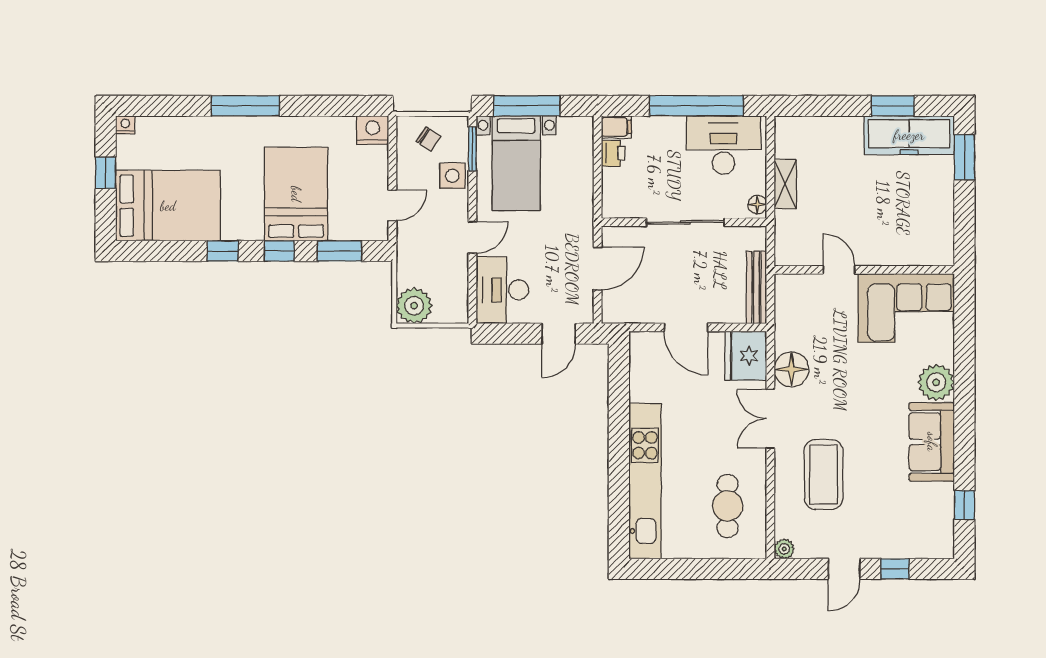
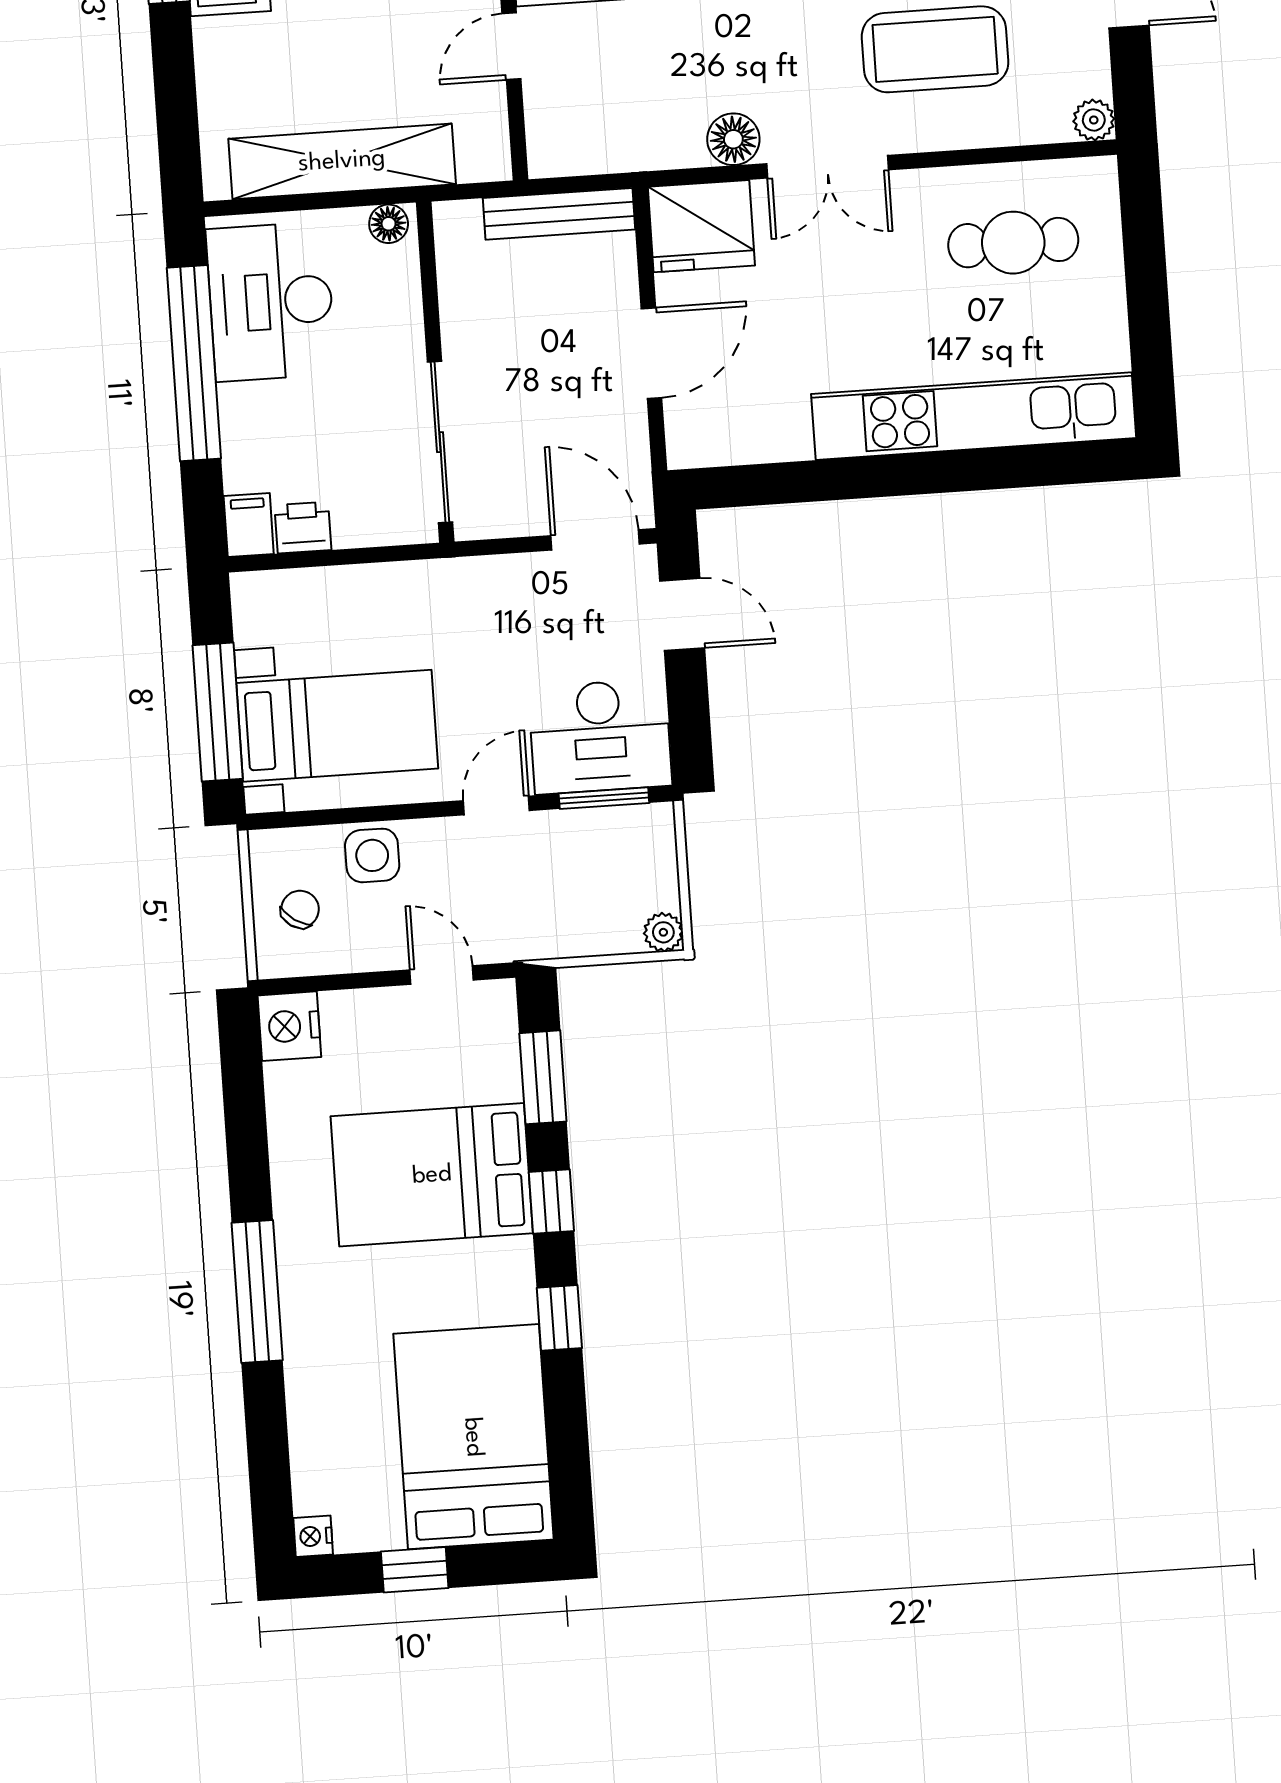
window: (472, 149) -> (604, 798), moved
shelving: (785, 184) -> (342, 161), width x2.20, depth x1.33
sliding door: (685, 222) -> (440, 442), moved
door: (472, 237) -> (496, 806), hinge flipped
door: (598, 268) -> (595, 540), moved
plant: (414, 306) -> (663, 932), width x0.53, depth x0.53
floor lamp: (791, 369) -> (733, 139), width x0.73, depth x0.73

